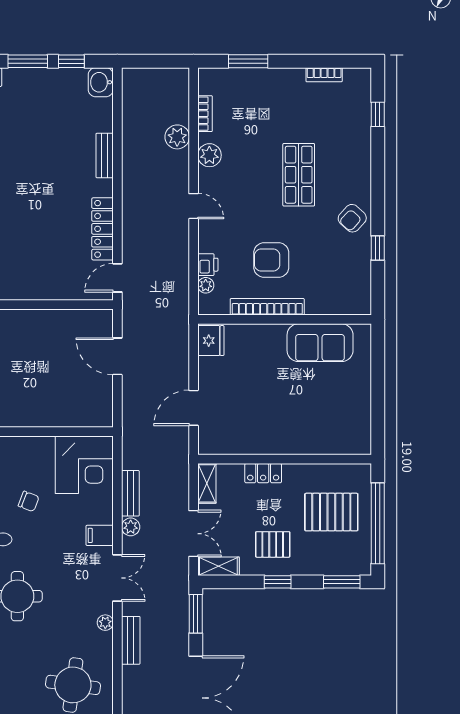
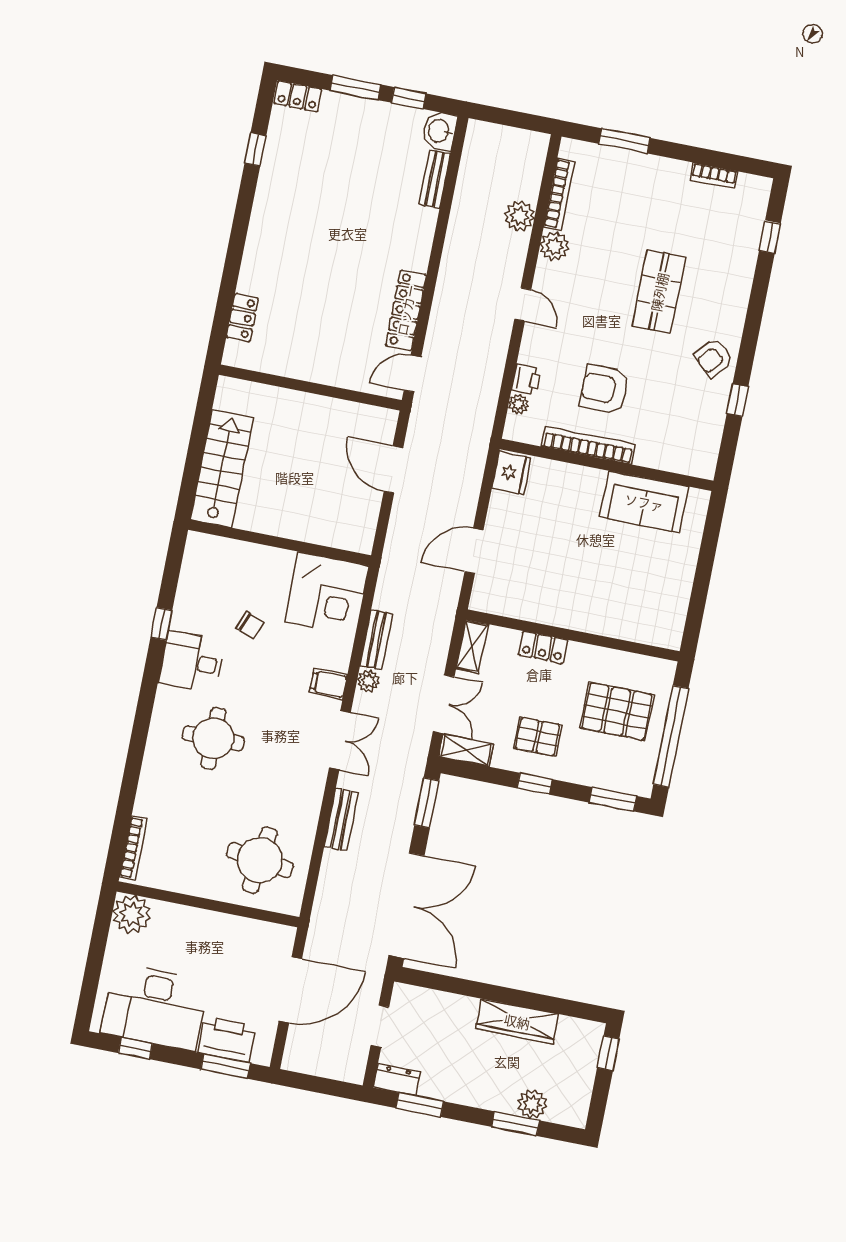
bookcase: (205, 114) -> (559, 194), width x1.56
bench: (105, 155) -> (435, 179), moved
plant: (105, 623) -> (314, 792), removed

